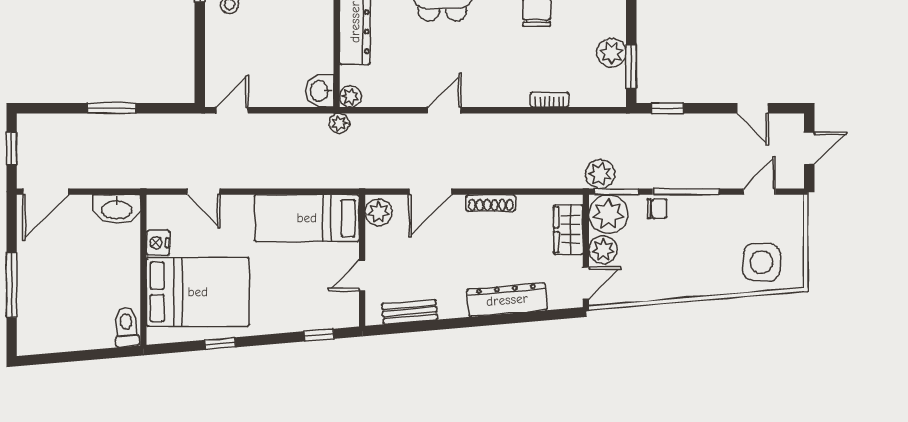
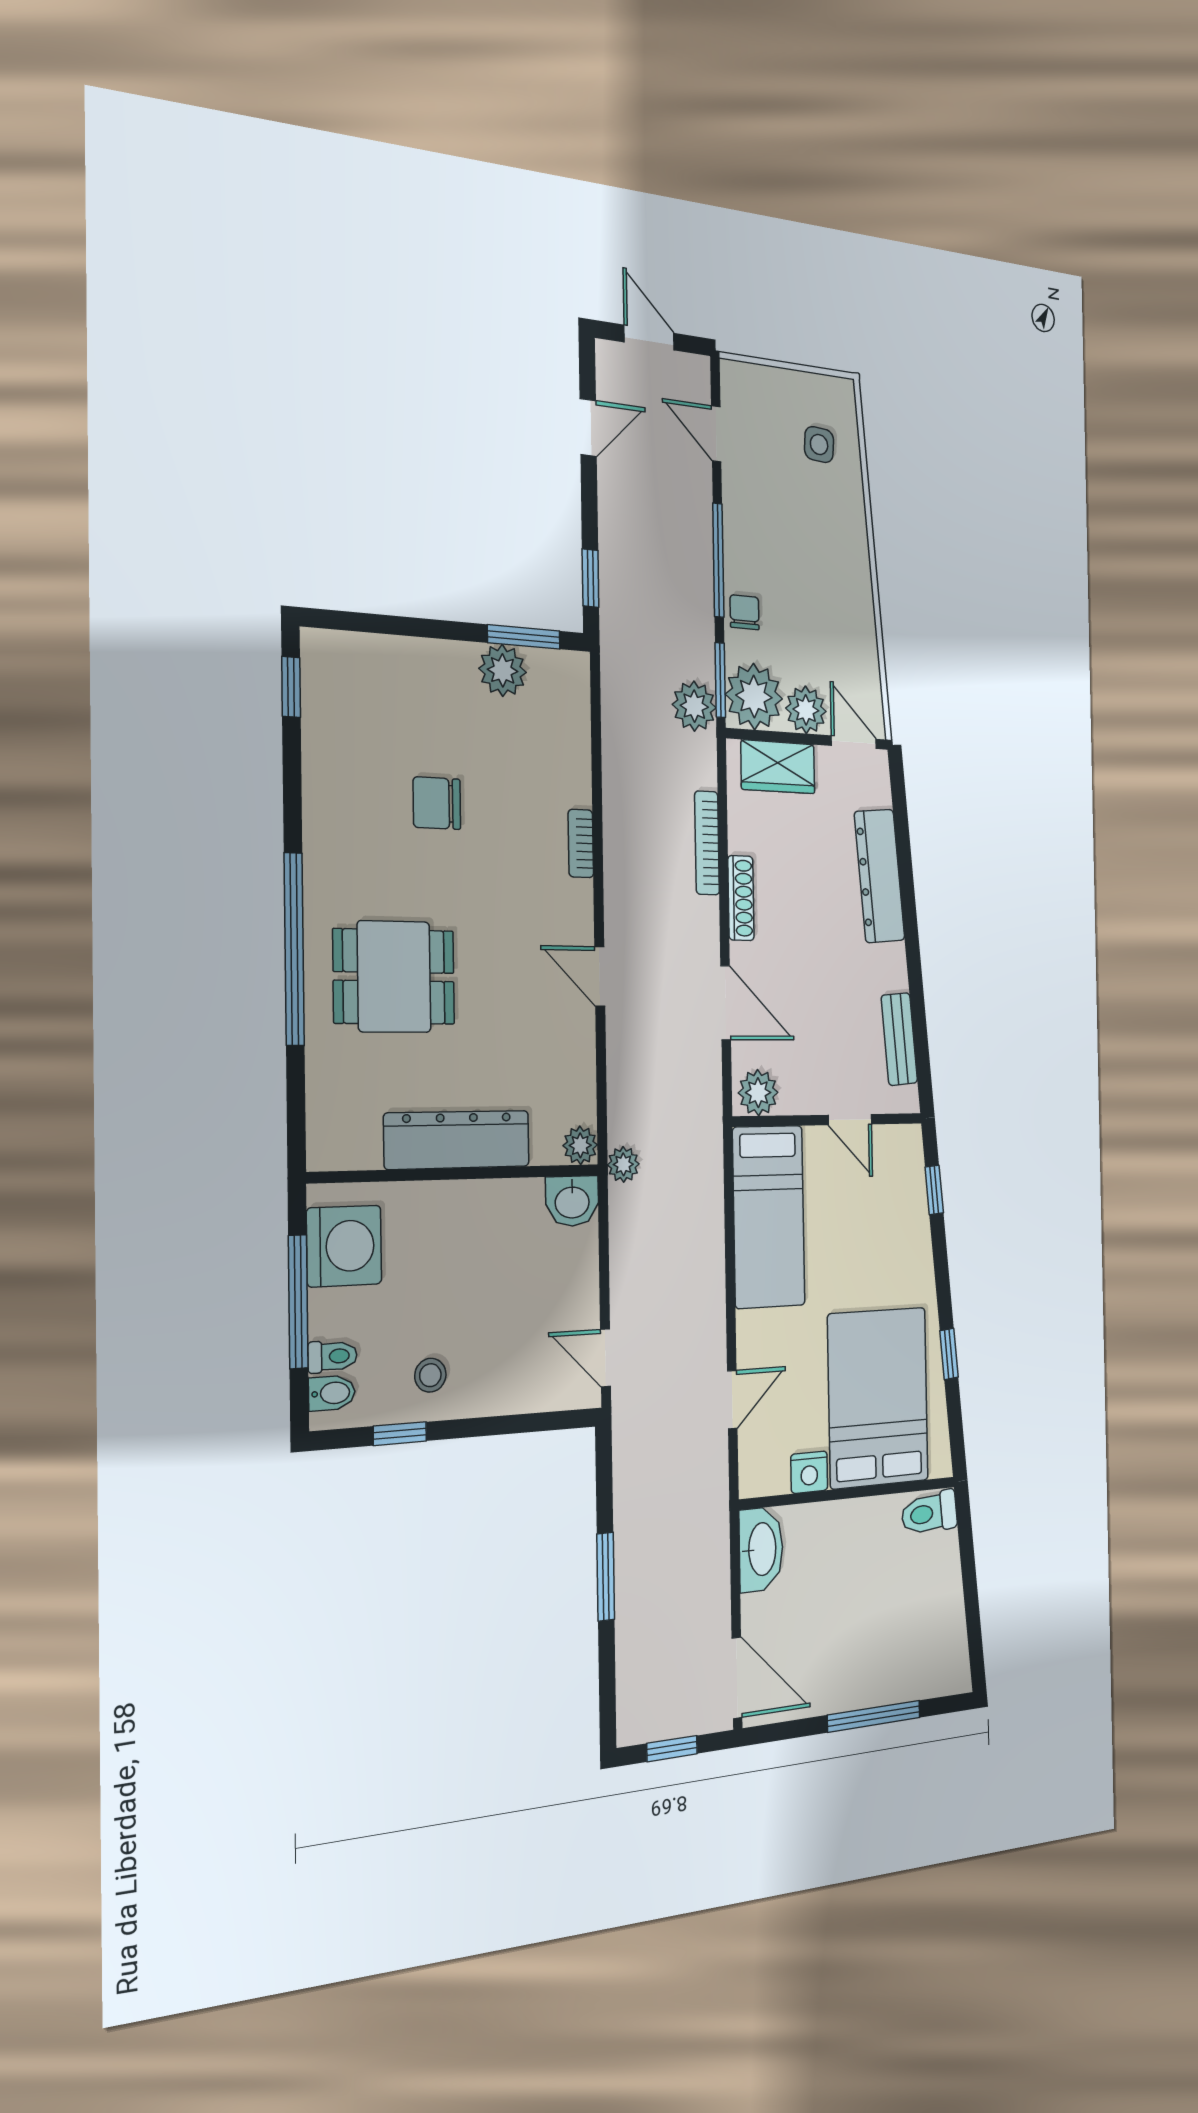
bookcase: (550, 100) -> (581, 843), moved
bookcase: (522, 181) -> (707, 843), added
side table: (762, 262) -> (819, 445), width x0.54, depth x0.54

